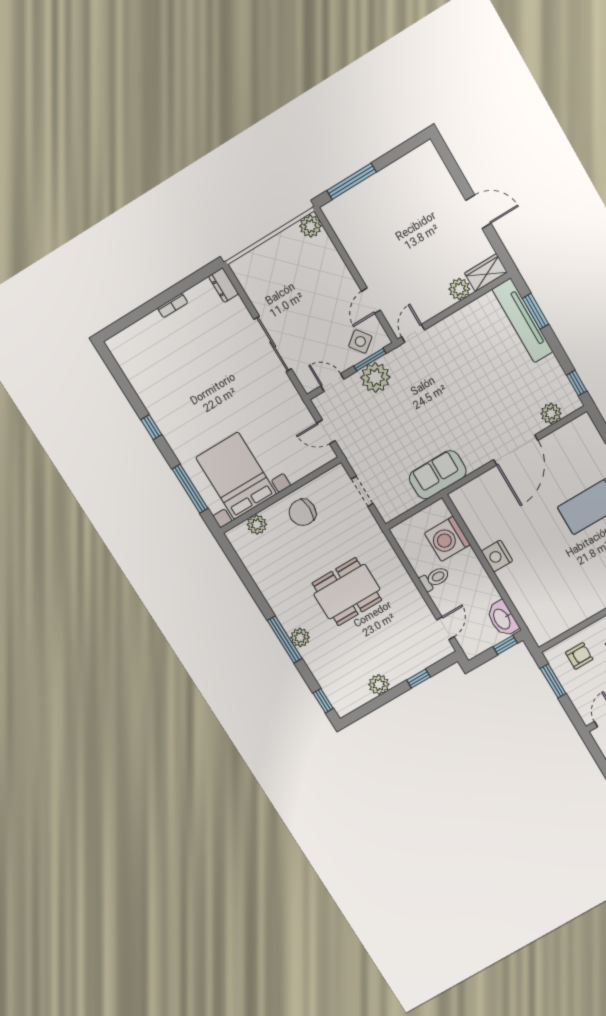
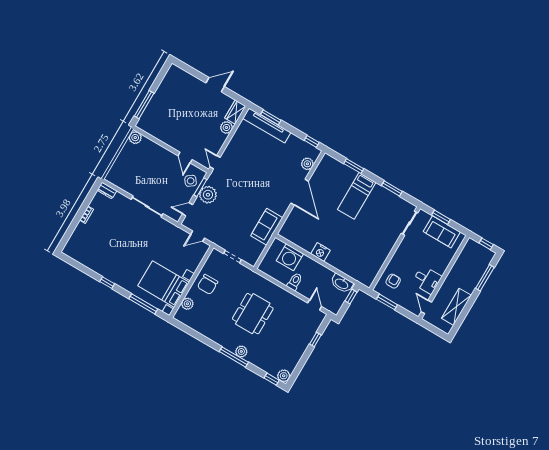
plant: (379, 685) -> (284, 376), moved

